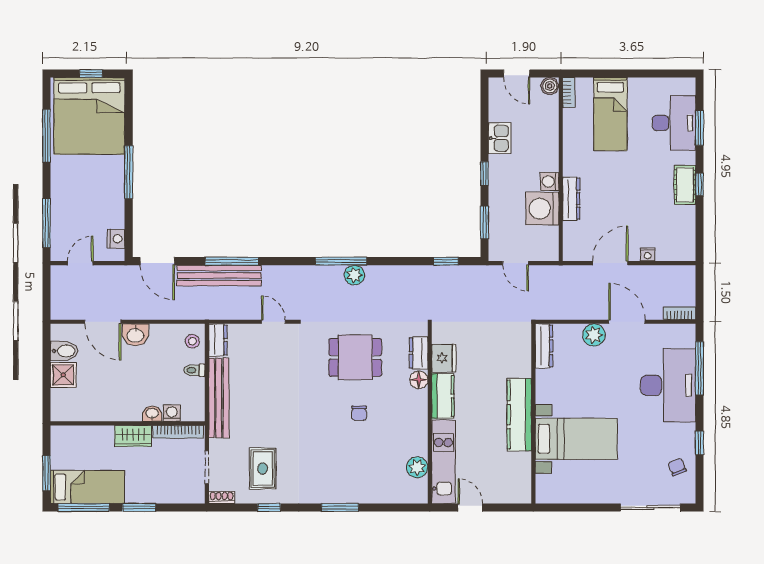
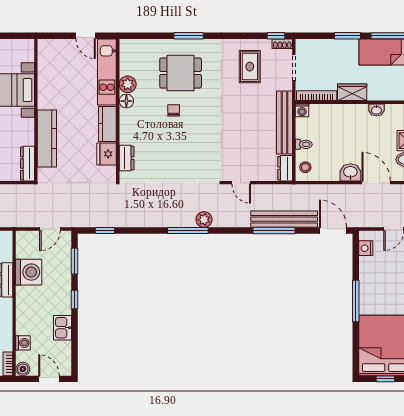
washing machine: (550, 182) -> (23, 343), moved
door: (516, 263) -> (50, 229), swing flipped
plant: (354, 275) -> (204, 220), moved
dining table: (355, 357) -> (181, 73), moved
floor lamp: (419, 380) -> (126, 101), moved
washing machine: (172, 413) -> (302, 110), moved
washbasin: (152, 414) -> (376, 110), moved
kitchen counter: (519, 415) -> (47, 138), moved
plant: (417, 467) -> (128, 84), moved
window: (269, 508) -> (276, 36), moved

